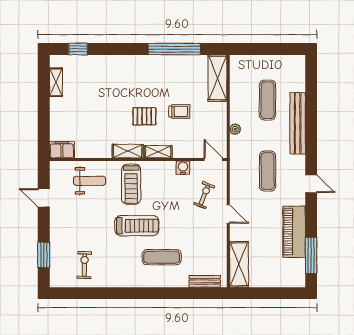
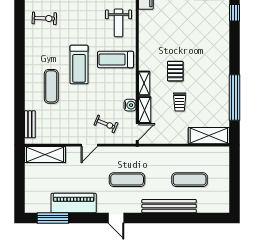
plant: (235, 129) -> (164, 151), removed
shelving: (128, 151) -> (145, 110), moved
door: (311, 184) -> (116, 218), hinge flipped

